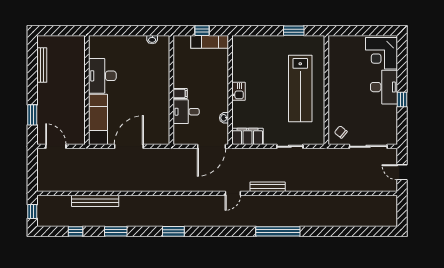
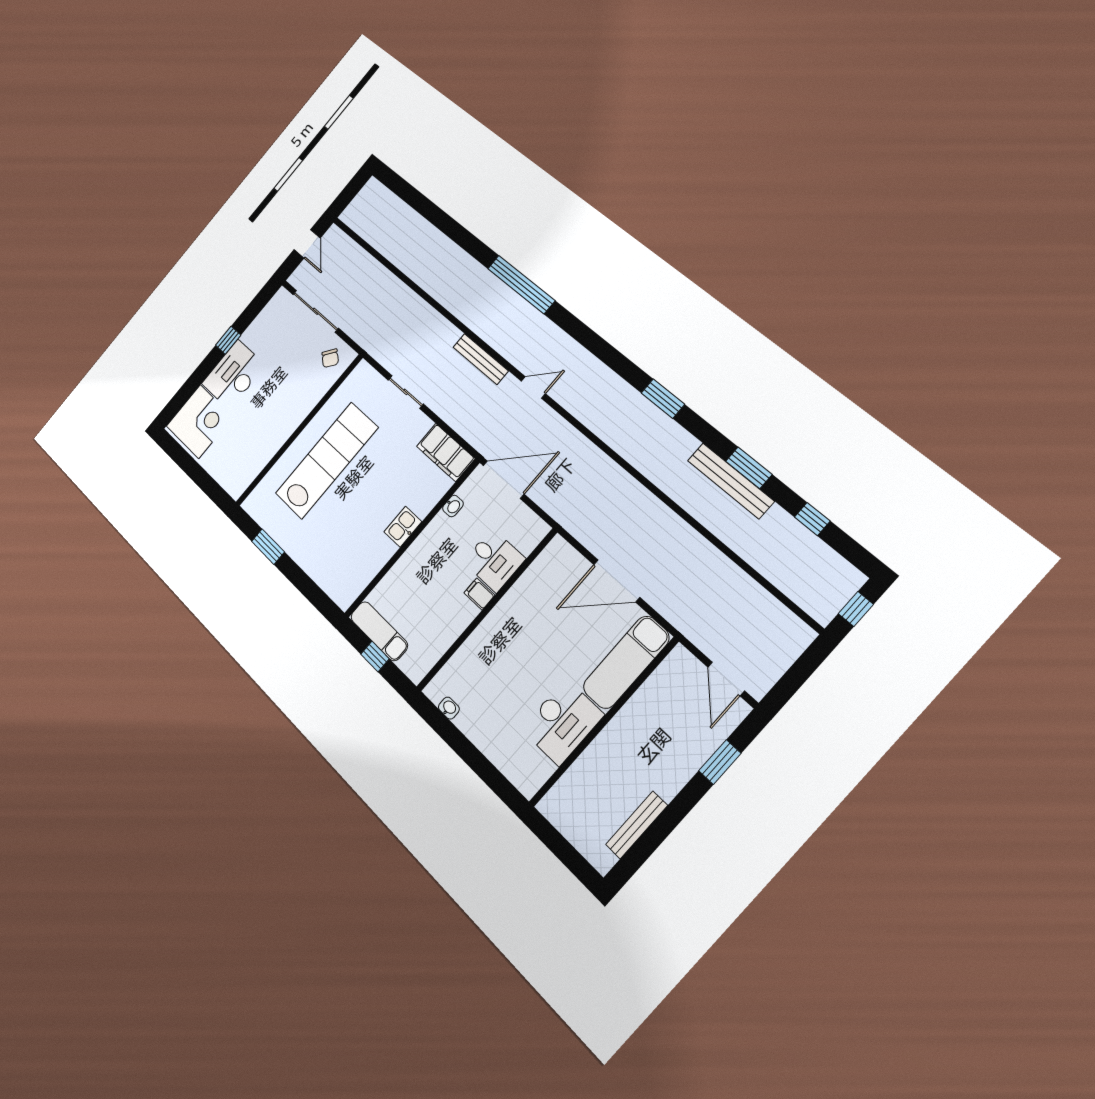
bench: (95, 201) -> (731, 481), moved

